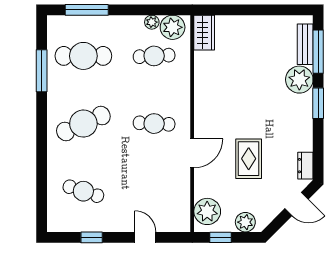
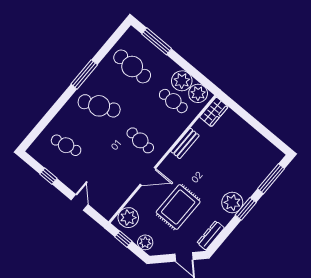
plant: (152, 22) -> (182, 81), width x1.88, depth x1.88
bench: (305, 44) -> (185, 143), moved
window: (42, 71) -> (84, 74), moved
plant: (299, 80) -> (232, 203), moved
rug: (249, 159) -> (178, 207), width x1.36, depth x1.43
dresser: (305, 166) -> (211, 235), width x1.44
cafe table: (83, 191) -> (66, 145), turned -30

